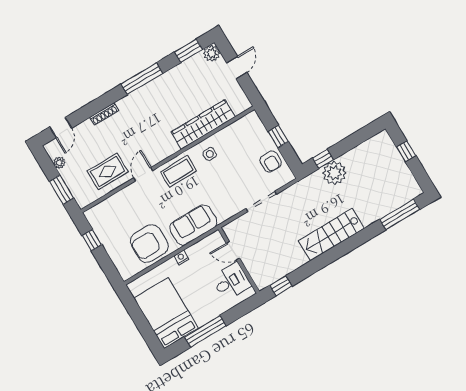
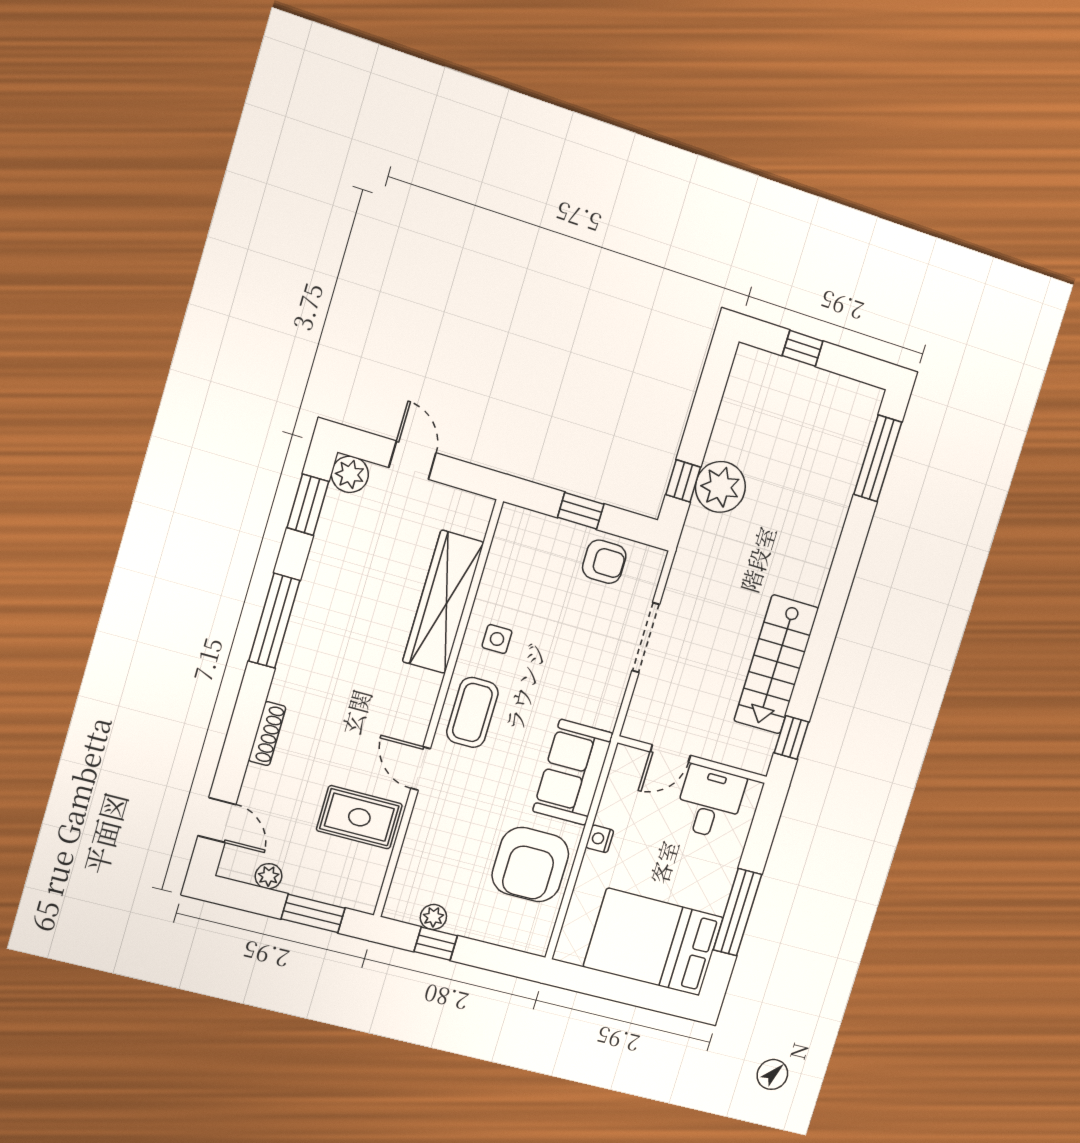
rug: (108, 171) -> (359, 817), turned 90
plant: (100, 230) -> (433, 917), added
stairs: (331, 235) -> (776, 664), moved

